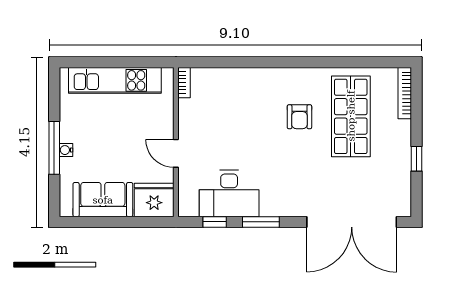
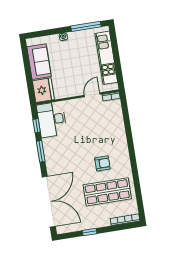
armchair: (299, 117) -> (102, 163), turned 180
window: (54, 148) -> (86, 26), moved
door: (176, 153) -> (92, 95), moved
desk: (229, 193) -> (52, 119), moved
double door: (352, 222) -> (49, 202), swing flipped

